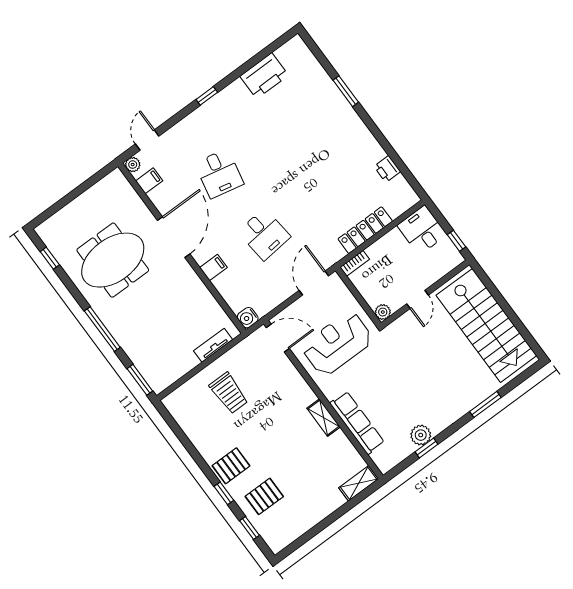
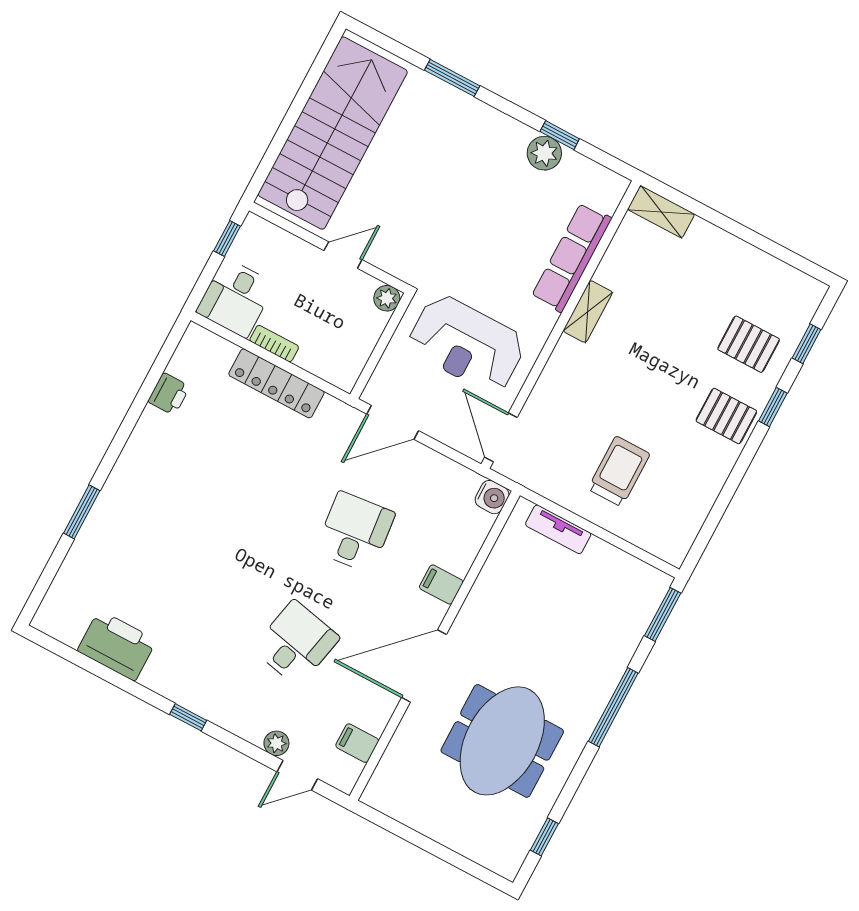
plant: (133, 165) -> (276, 743), moved
meeting table: (113, 260) -> (502, 741), turned 90
bookcase: (355, 263) -> (274, 344), moved

